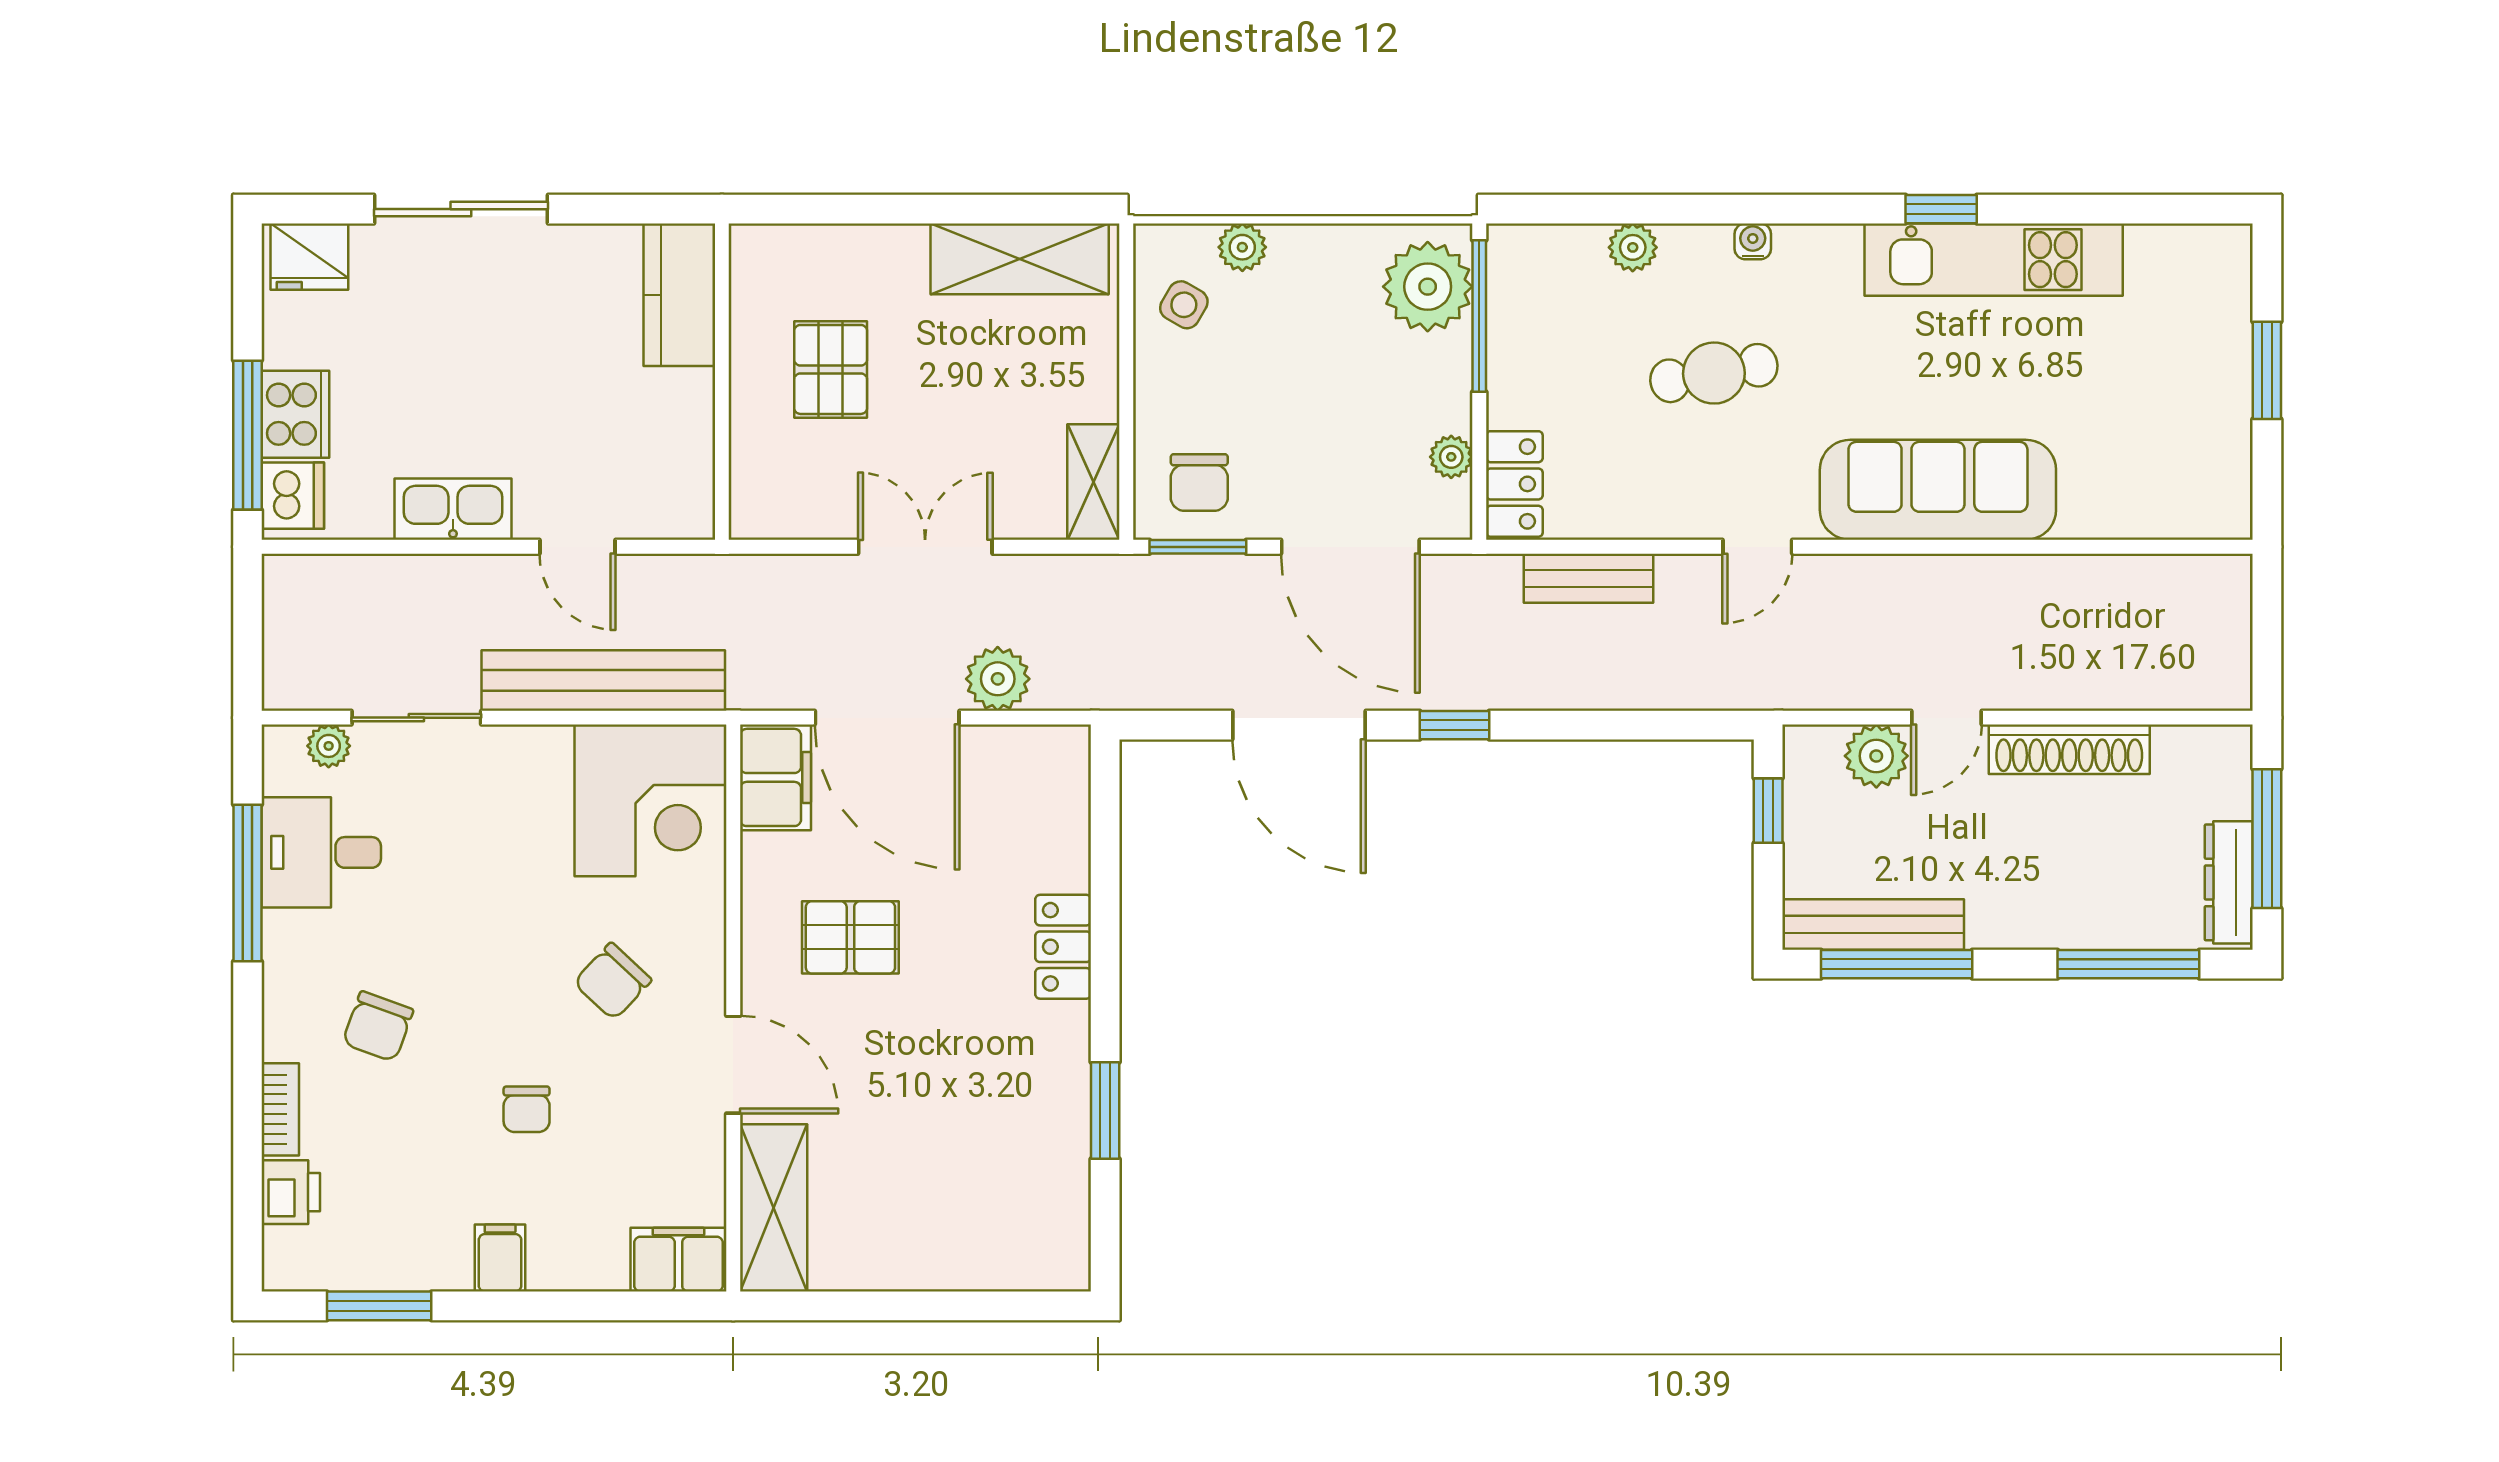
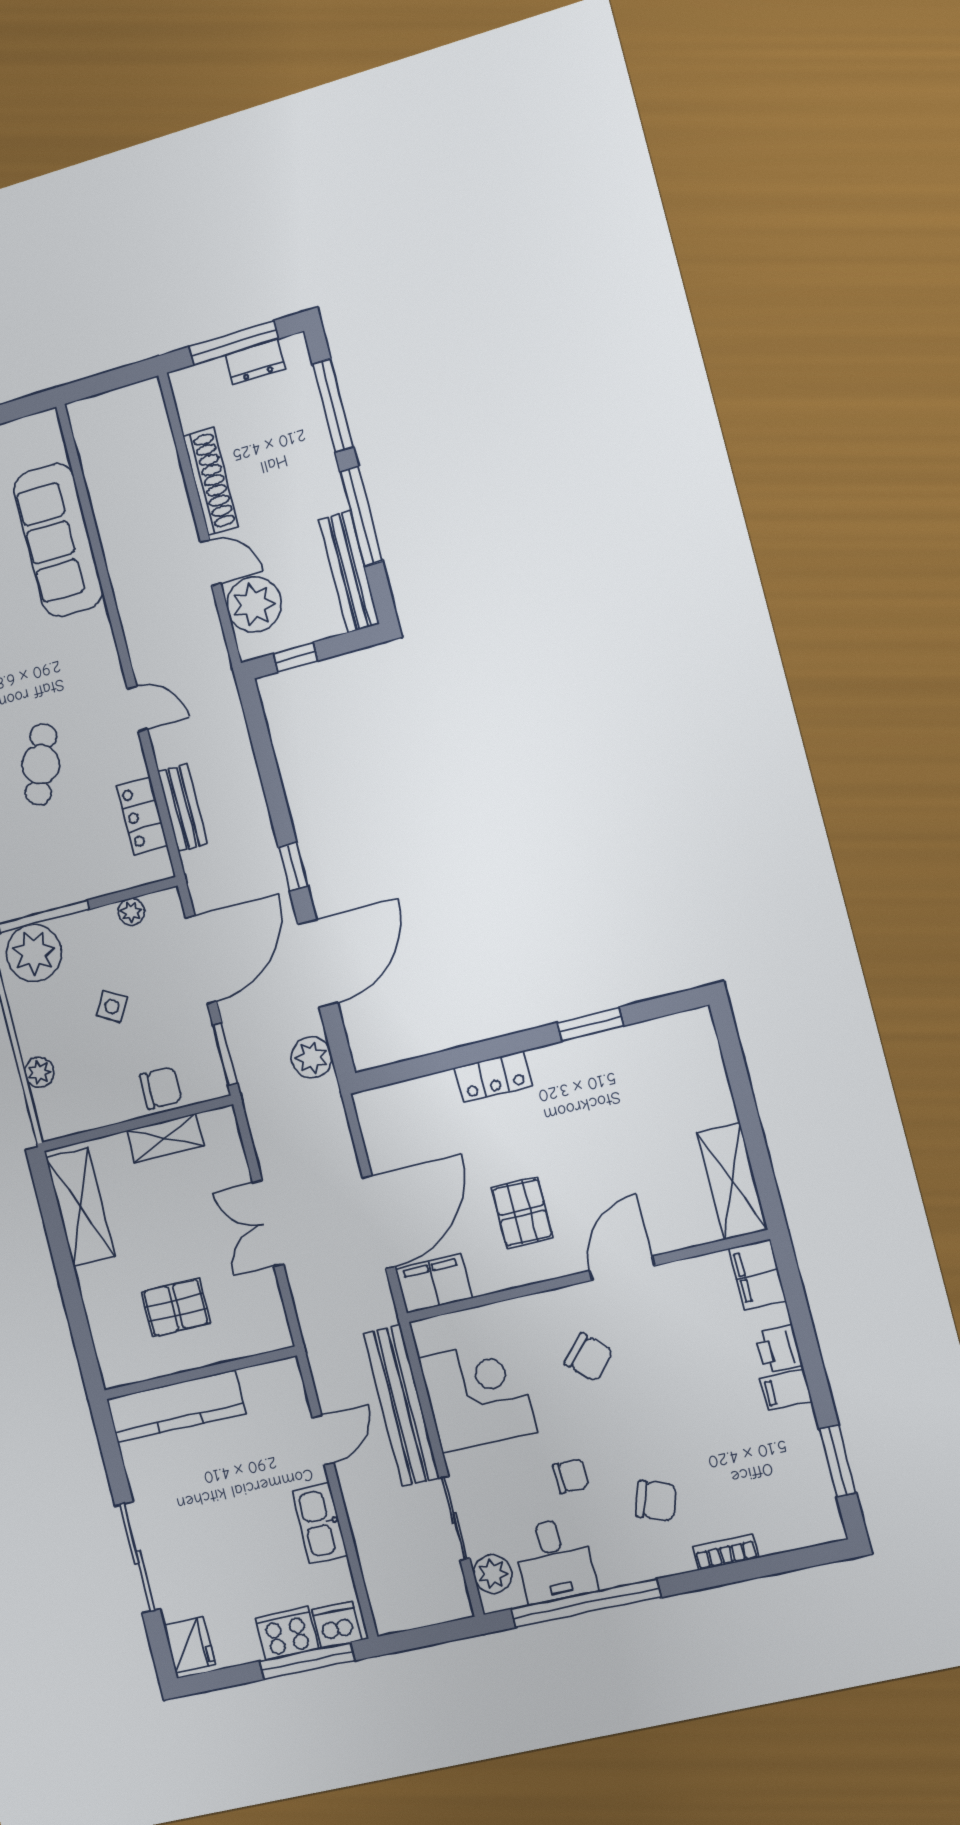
kitchen counter: (679, 295) -> (176, 1406), width x1.50
side table: (1184, 305) -> (112, 1006), moved
cafe table: (1714, 373) -> (41, 764), turned 30
shelving: (1093, 482) -> (165, 1138), moved
chair: (1199, 483) -> (161, 1088), moved
locker: (1514, 484) -> (142, 816), moved, turned -90
sofa: (1938, 490) -> (58, 540), moved
plant: (998, 679) -> (312, 1057), moved
plant: (329, 746) -> (493, 1574), width x1.38, depth x1.38
plant: (1876, 756) -> (254, 605), width x1.36, depth x1.36
corner desk: (651, 800) -> (478, 1395), moved
dresser: (2229, 882) -> (255, 362), width x0.70
window: (247, 883) -> (586, 1603), width x1.46
window: (1897, 964) -> (361, 516), moved
chair: (527, 1109) -> (571, 1476), moved
printer: (291, 1192) -> (779, 1349), moved, turned -90
shelving: (774, 1208) -> (732, 1181), moved, turned 90

